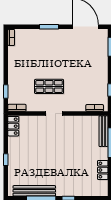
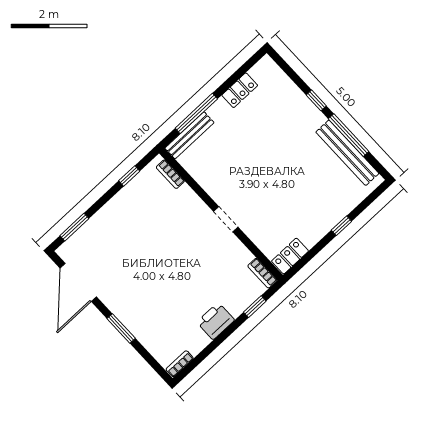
printer: (15, 69) -> (216, 321), added
shop shelf: (49, 86) -> (197, 258), removed

